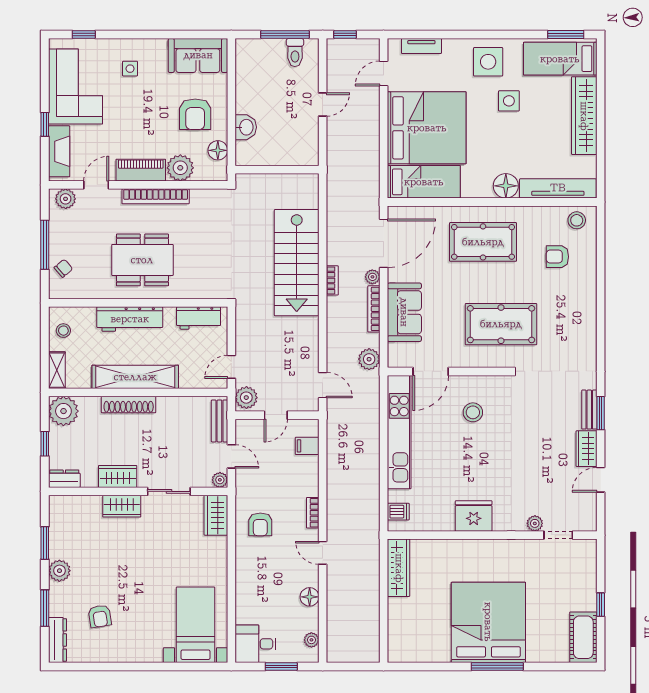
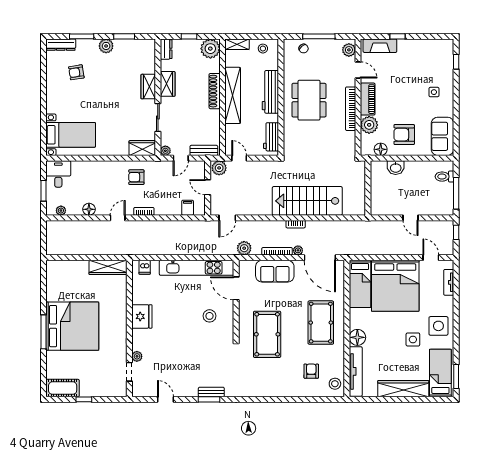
toilet: (295, 53) -> (444, 177), moved
corner sofa: (75, 86) -> (422, 56), removed
wardrobe: (586, 449) -> (186, 390), removed

